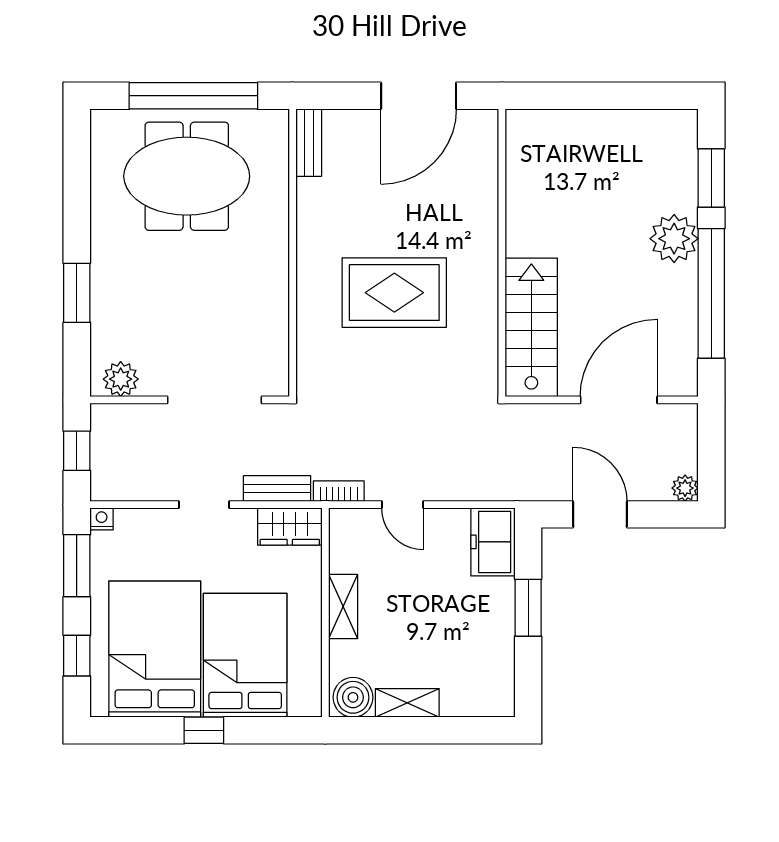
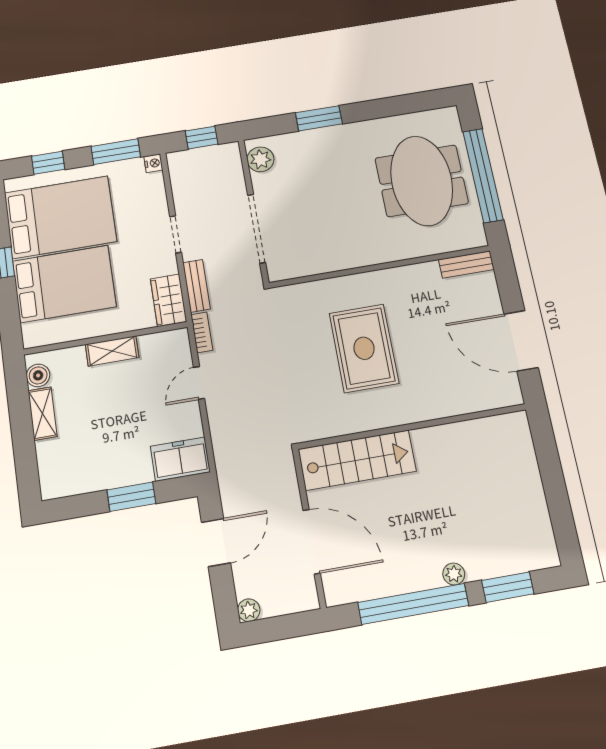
plant: (674, 239) -> (454, 574), width x0.53, depth x0.53
boiler: (353, 697) -> (38, 375), width x0.73, depth x0.73

